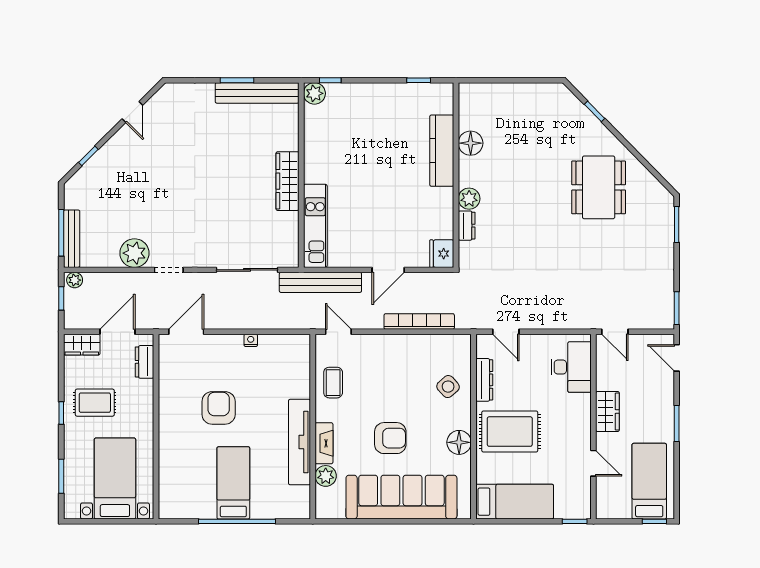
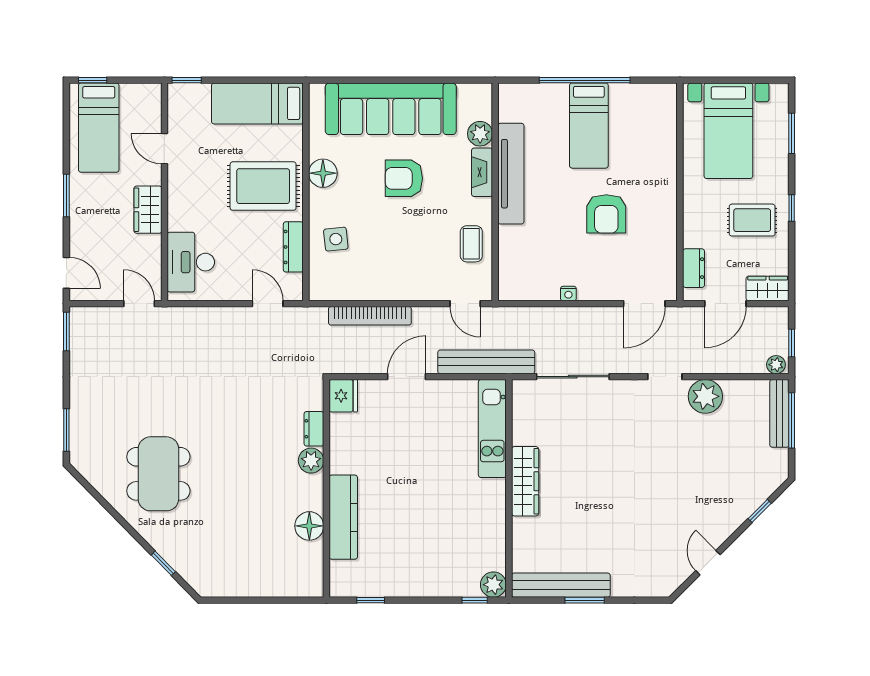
side table: (448, 387) -> (336, 239), turned 36

